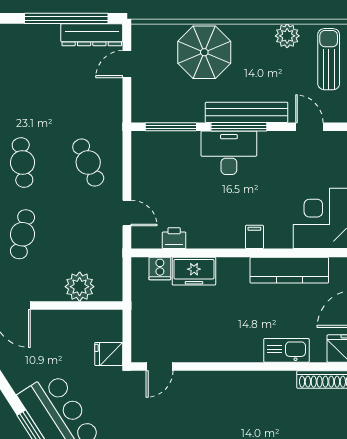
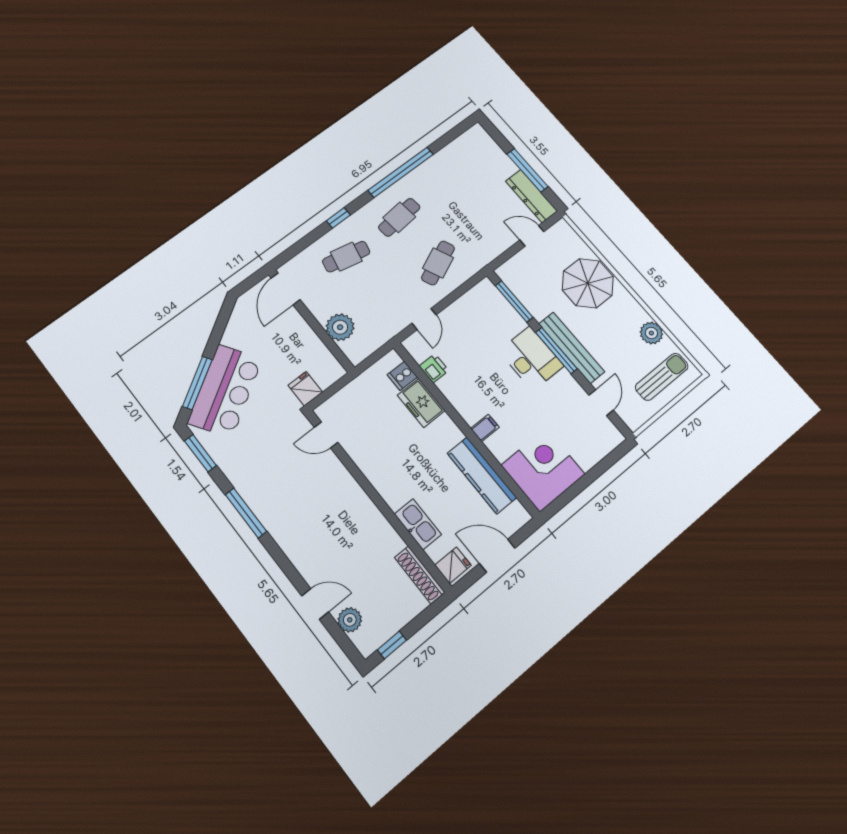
window: (66, 18) -> (527, 170), width x0.68

